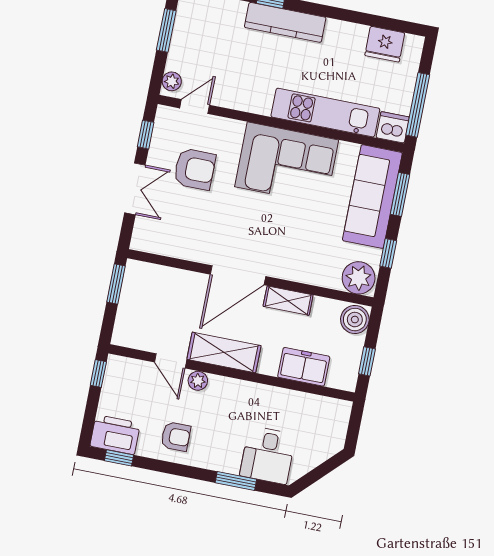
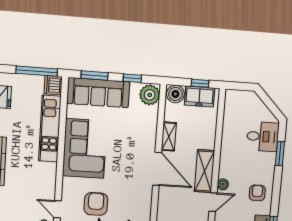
freezer: (304, 367) -> (200, 96), moved, turned -90

